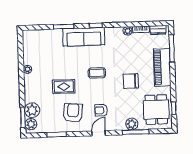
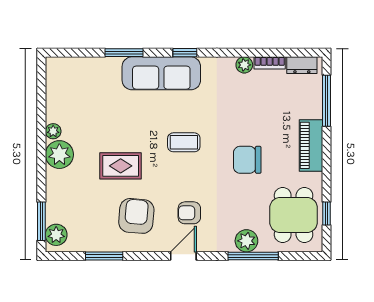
piano: (162, 67) -> (311, 145), width x0.73, depth x0.75
plant: (32, 110) -> (59, 155), moved

